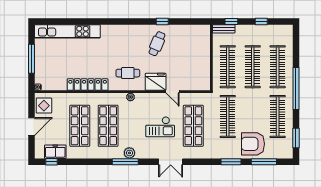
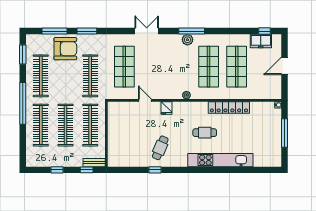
kitchen unit: (67, 31) -> (220, 160), moved
cafe table: (128, 73) -> (205, 133), moved
fridge: (156, 82) -> (166, 108), width x0.53, depth x0.75
display table: (44, 106) -> (272, 87), removed
checkout: (160, 127) -> (157, 66), removed

